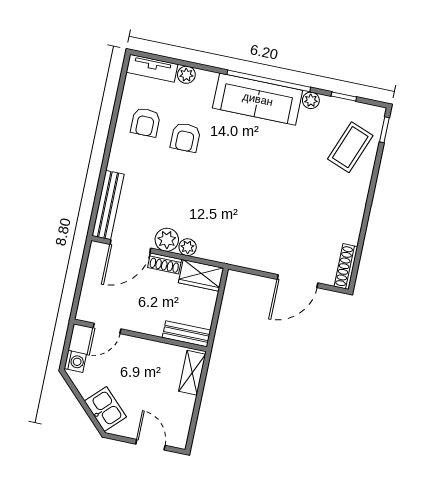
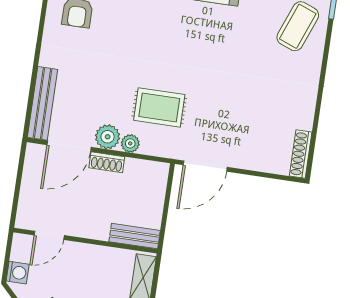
armchair: (185, 137) -> (121, 26), removed
rug: (217, 215) -> (159, 107), added
wardrobe: (201, 275) -> (146, 173), removed
door: (298, 281) -> (205, 166), moved

